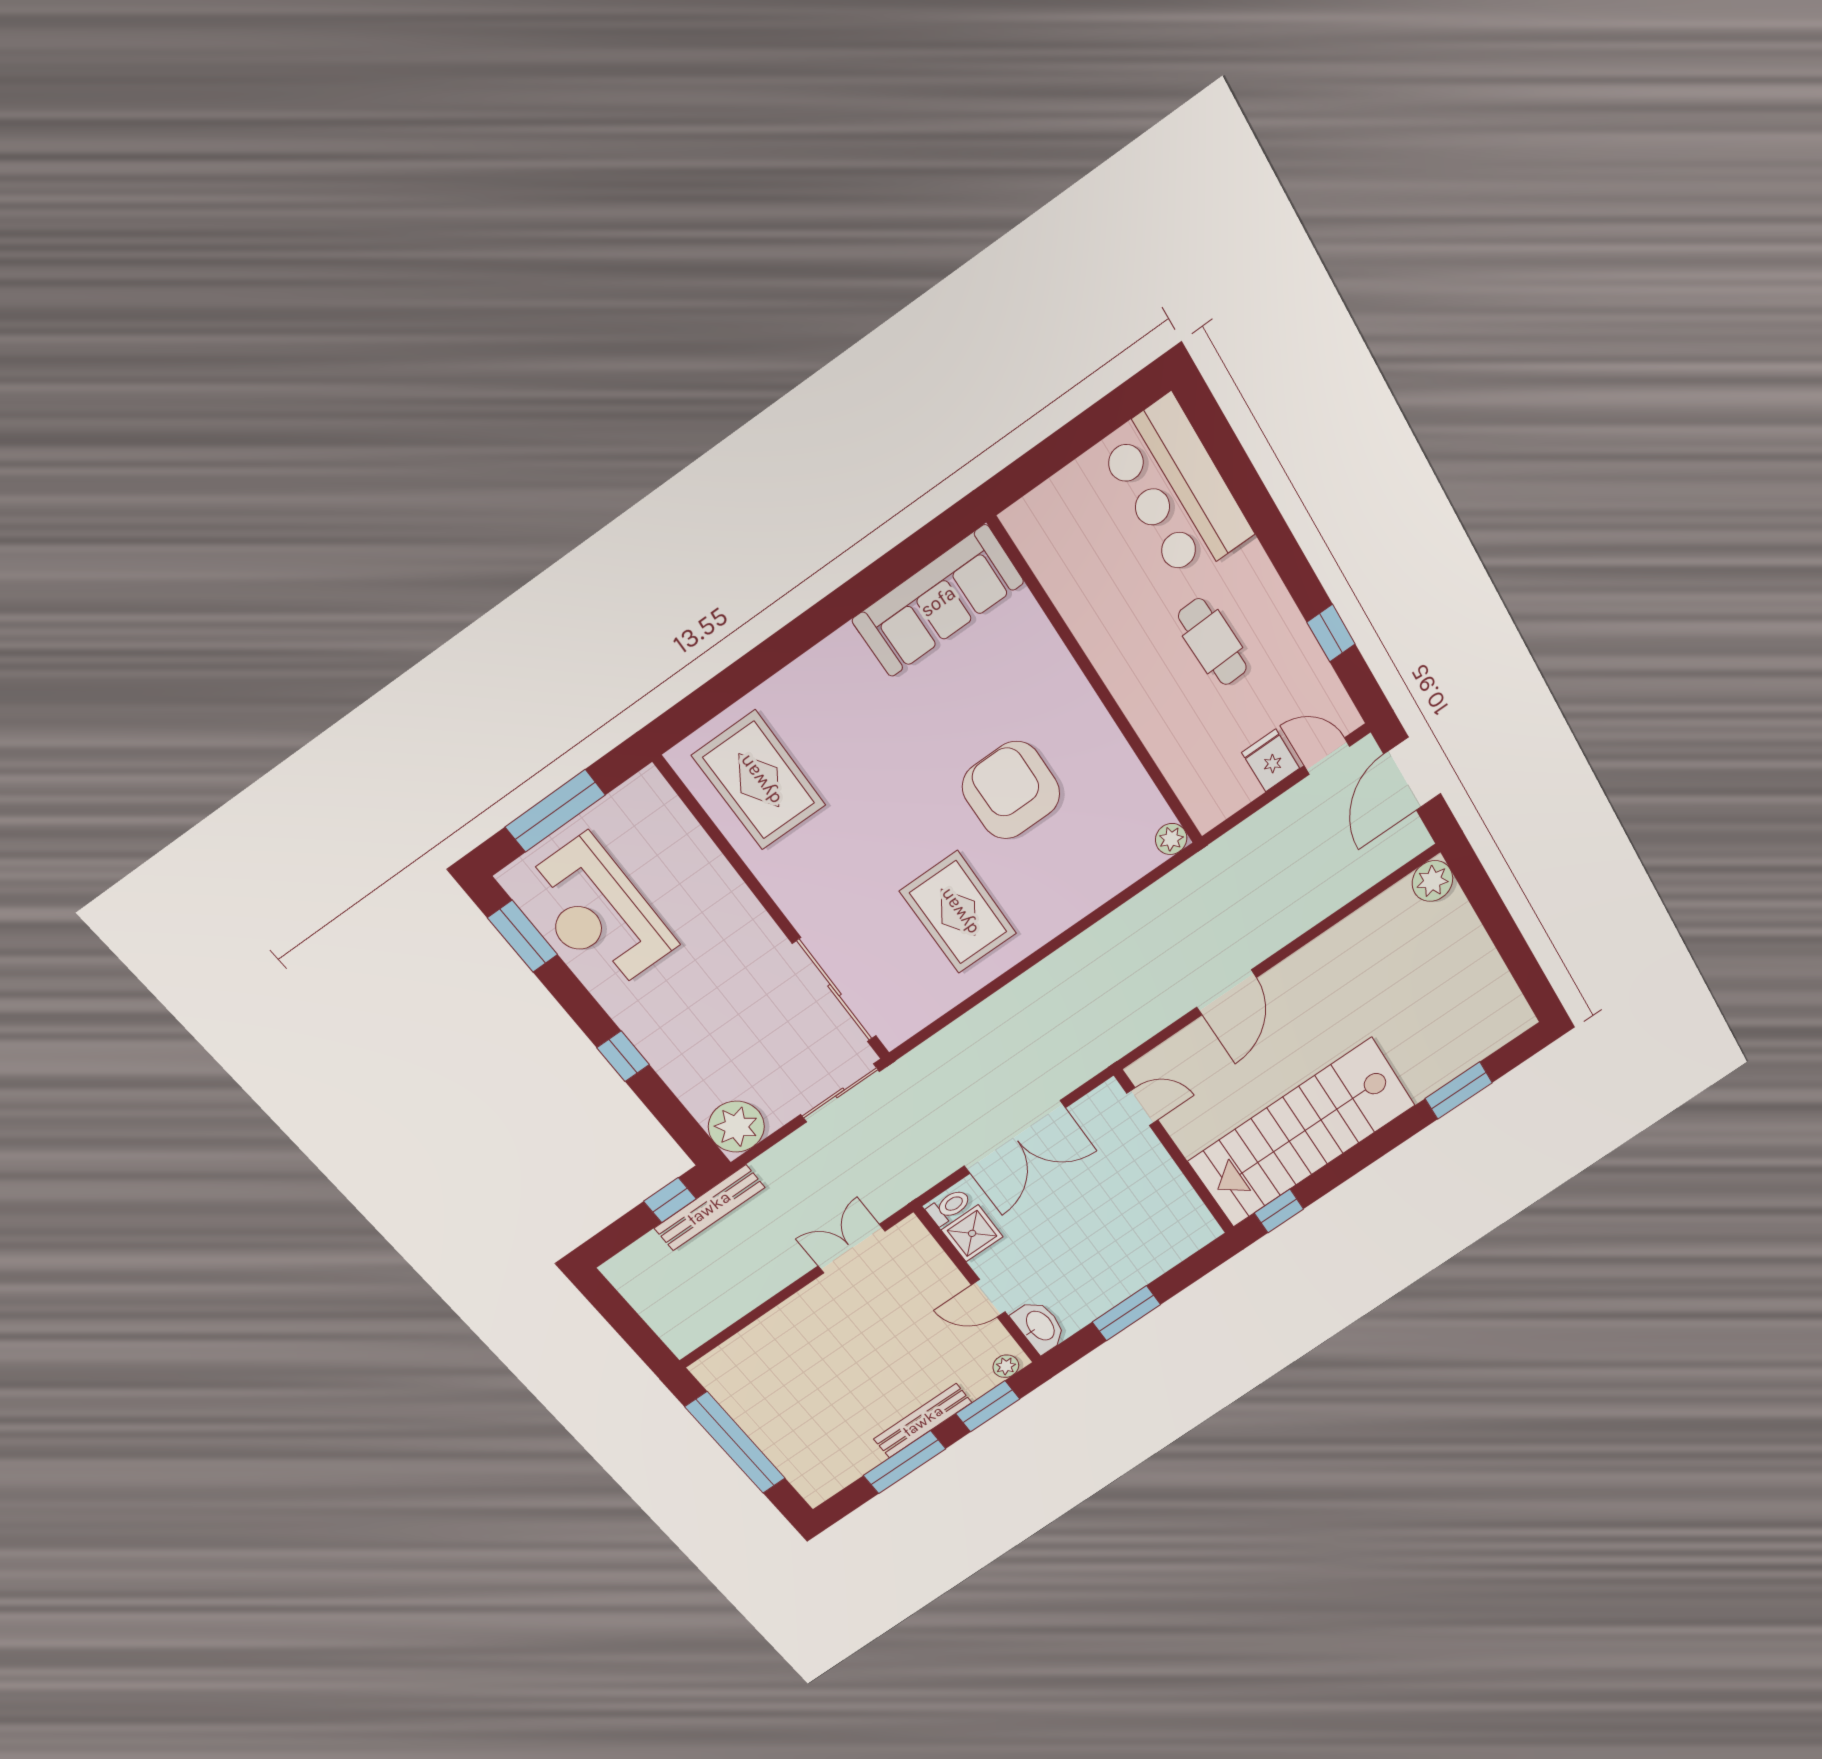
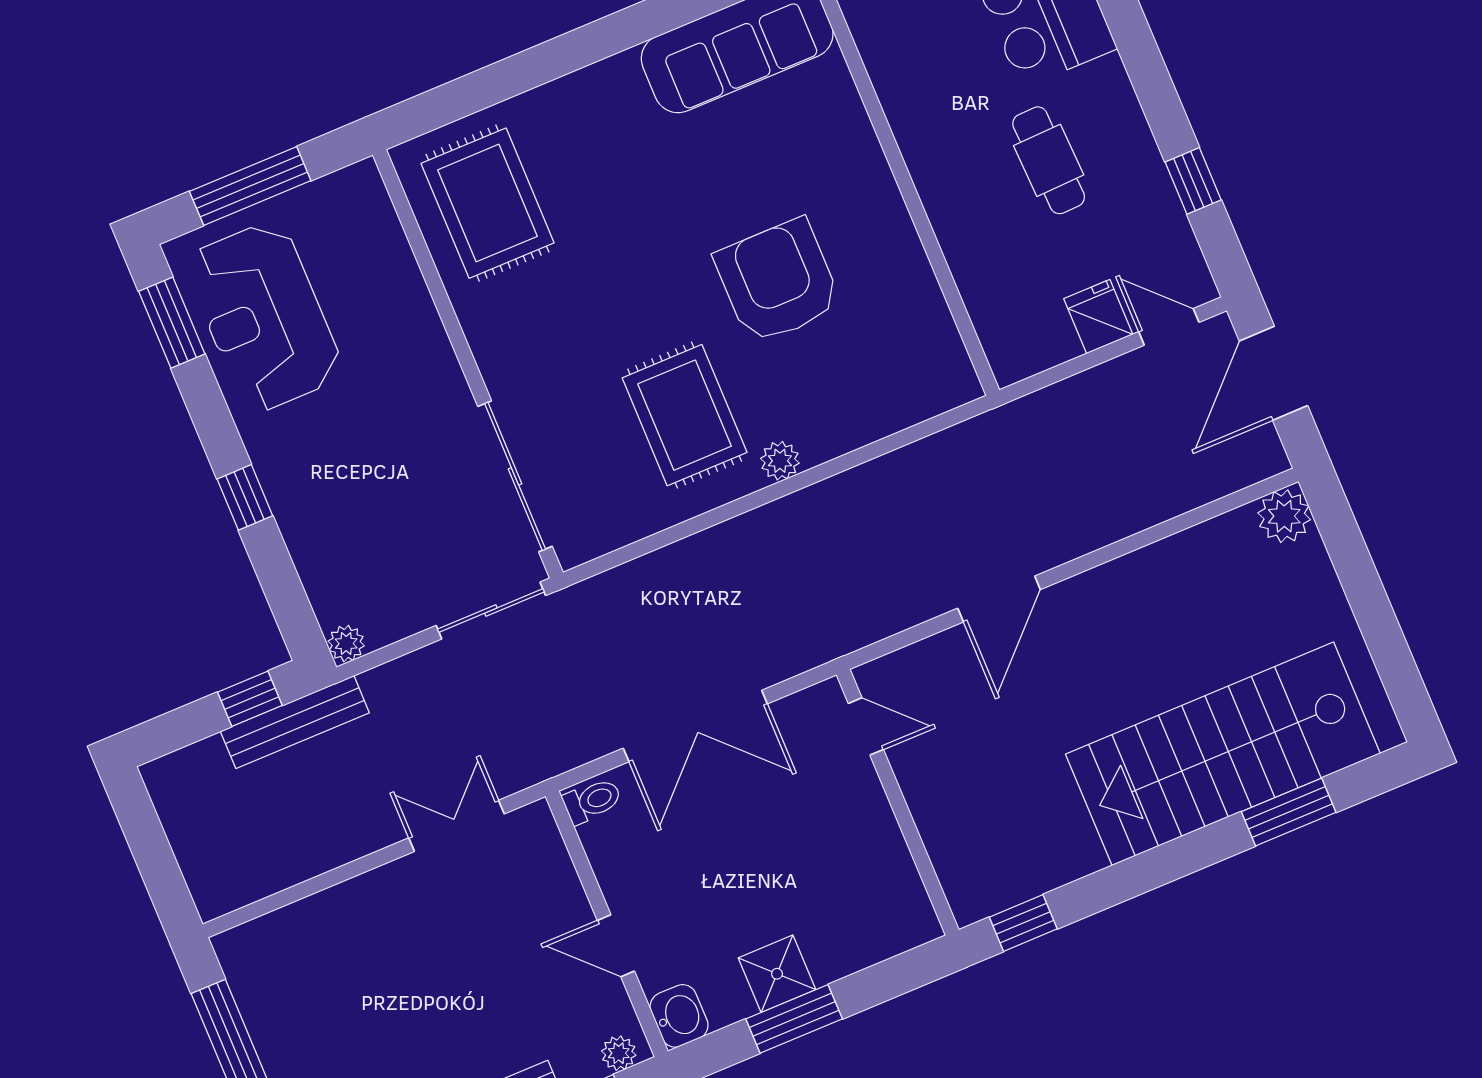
plant: (1171, 839) -> (780, 461), moved
plant: (736, 1127) -> (346, 644), width x0.53, depth x0.53
stairs: (1302, 1133) -> (1223, 754), moved
shower: (972, 1233) -> (777, 974), moved
washbasin: (1039, 1326) -> (679, 1016), width x0.72

